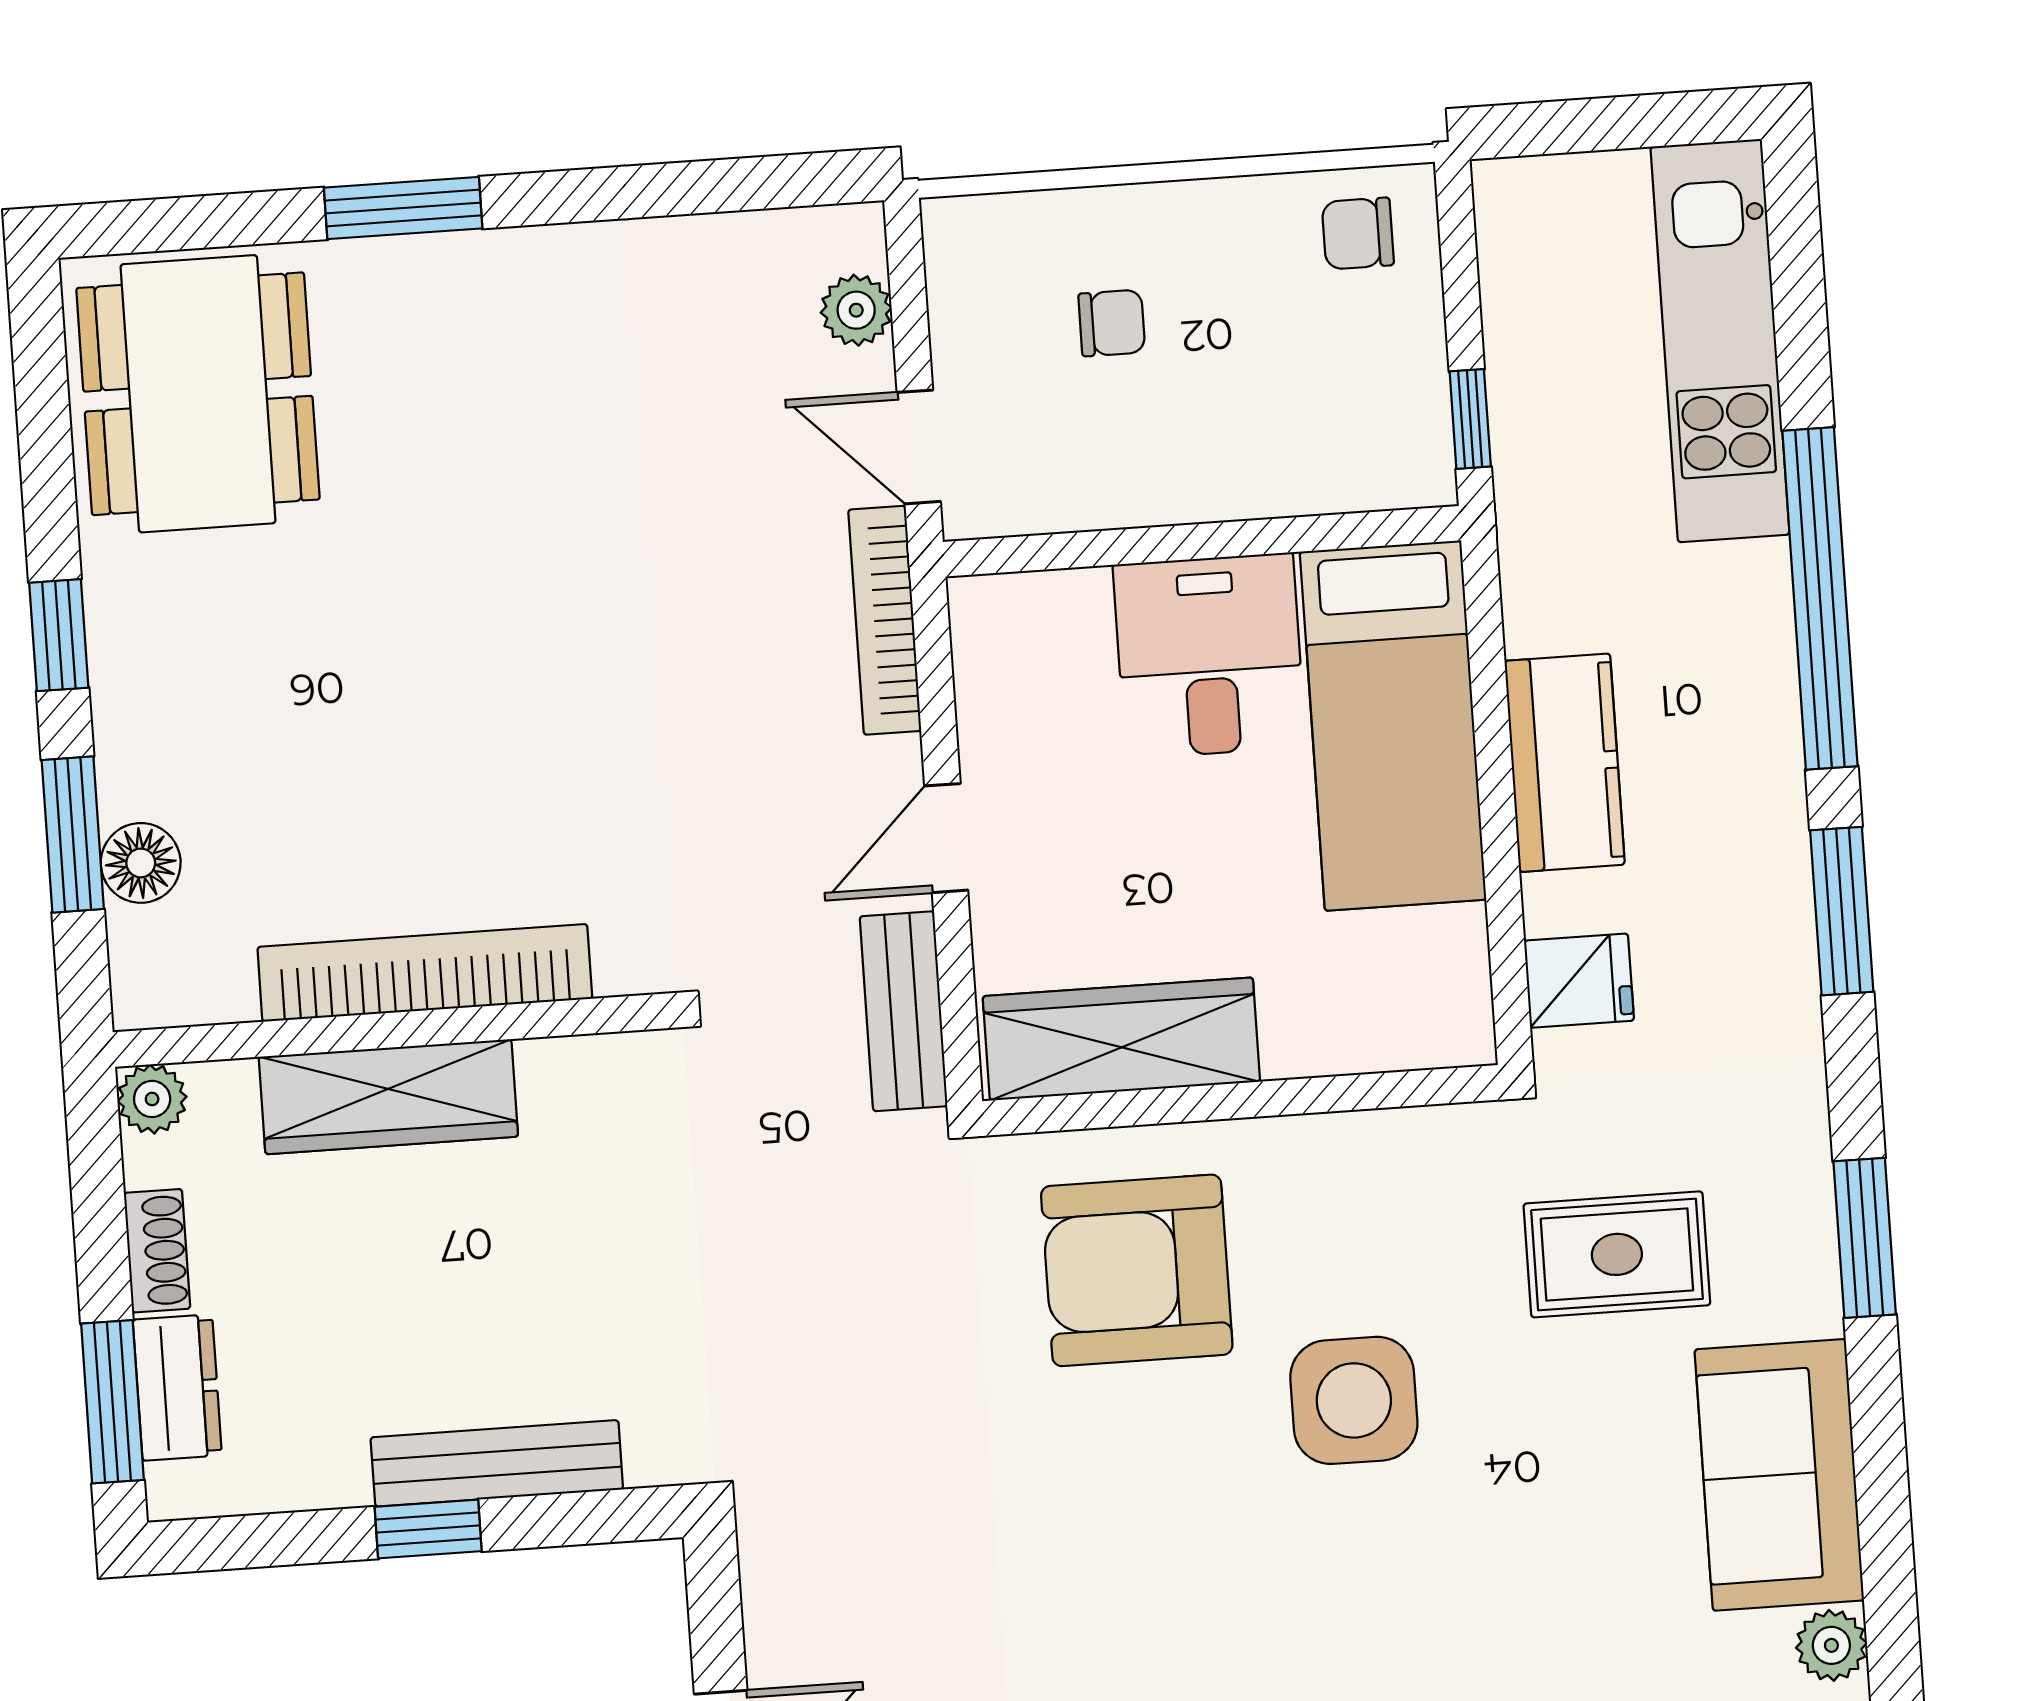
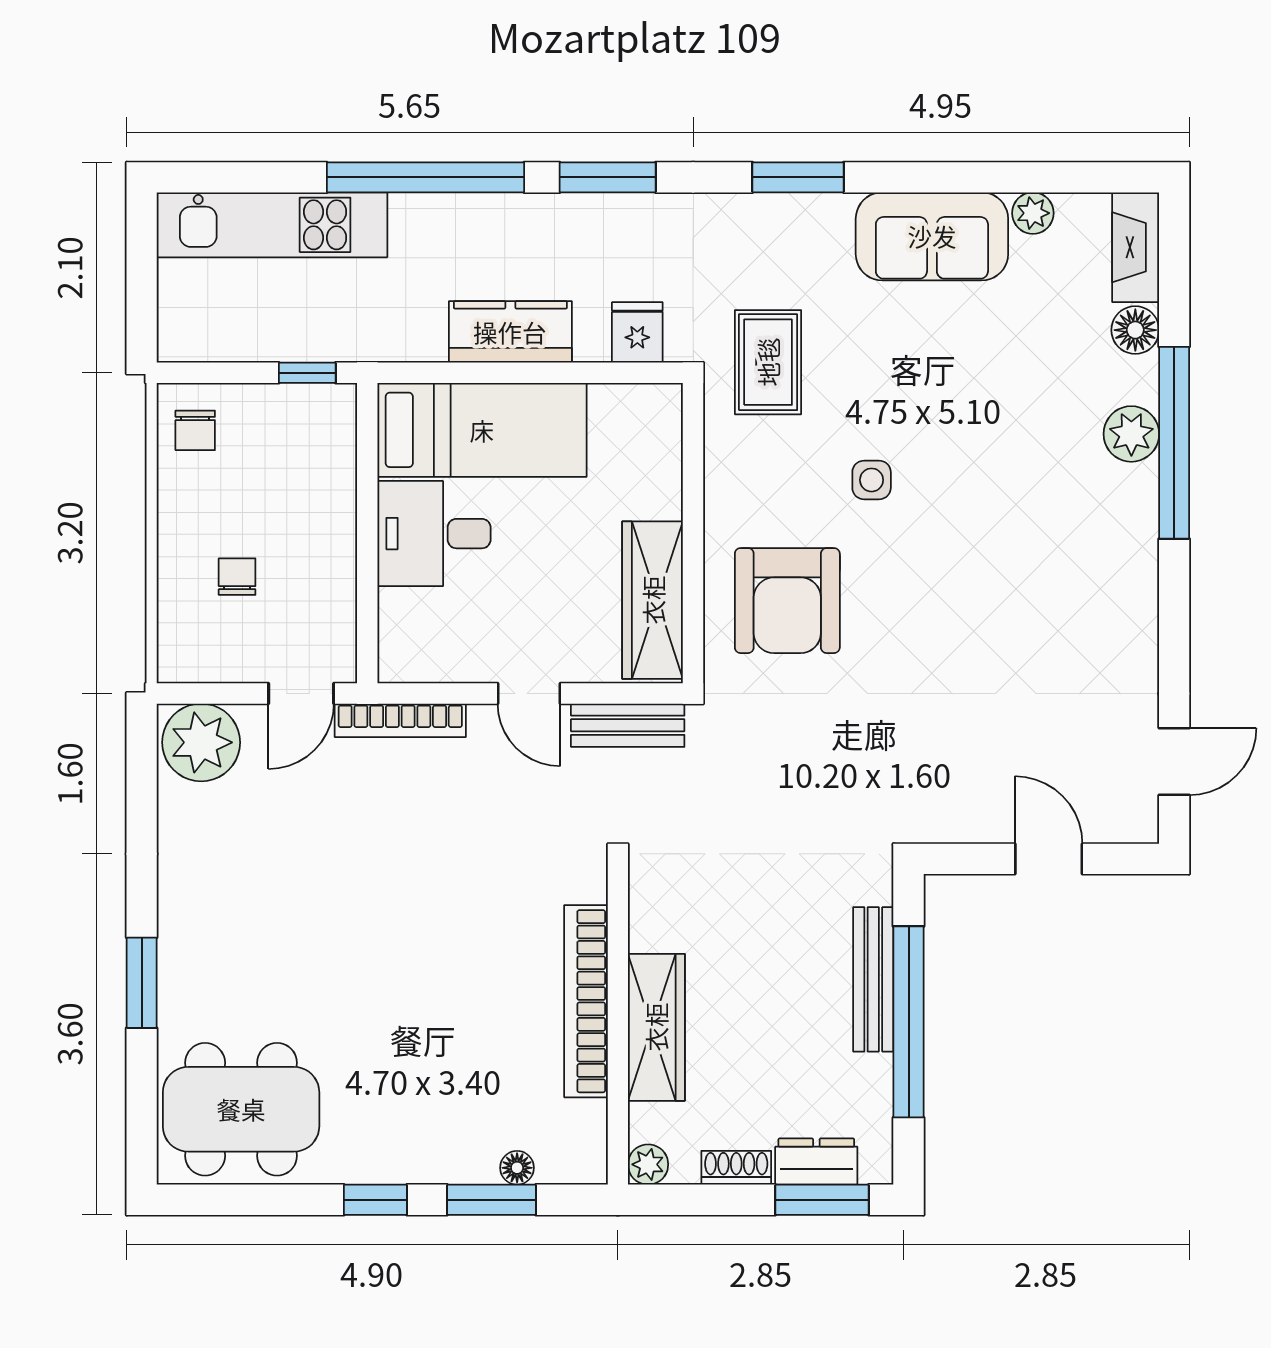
plant: (856, 310) -> (201, 742), width x1.87, depth x1.87
floor lamp: (141, 863) -> (517, 1168), width x0.73, depth x0.73
rug: (1617, 1254) -> (768, 362), moved
side table: (1354, 1400) -> (872, 480), width x0.54, depth x0.54
window: (428, 1529) -> (909, 1022), width x3.17

